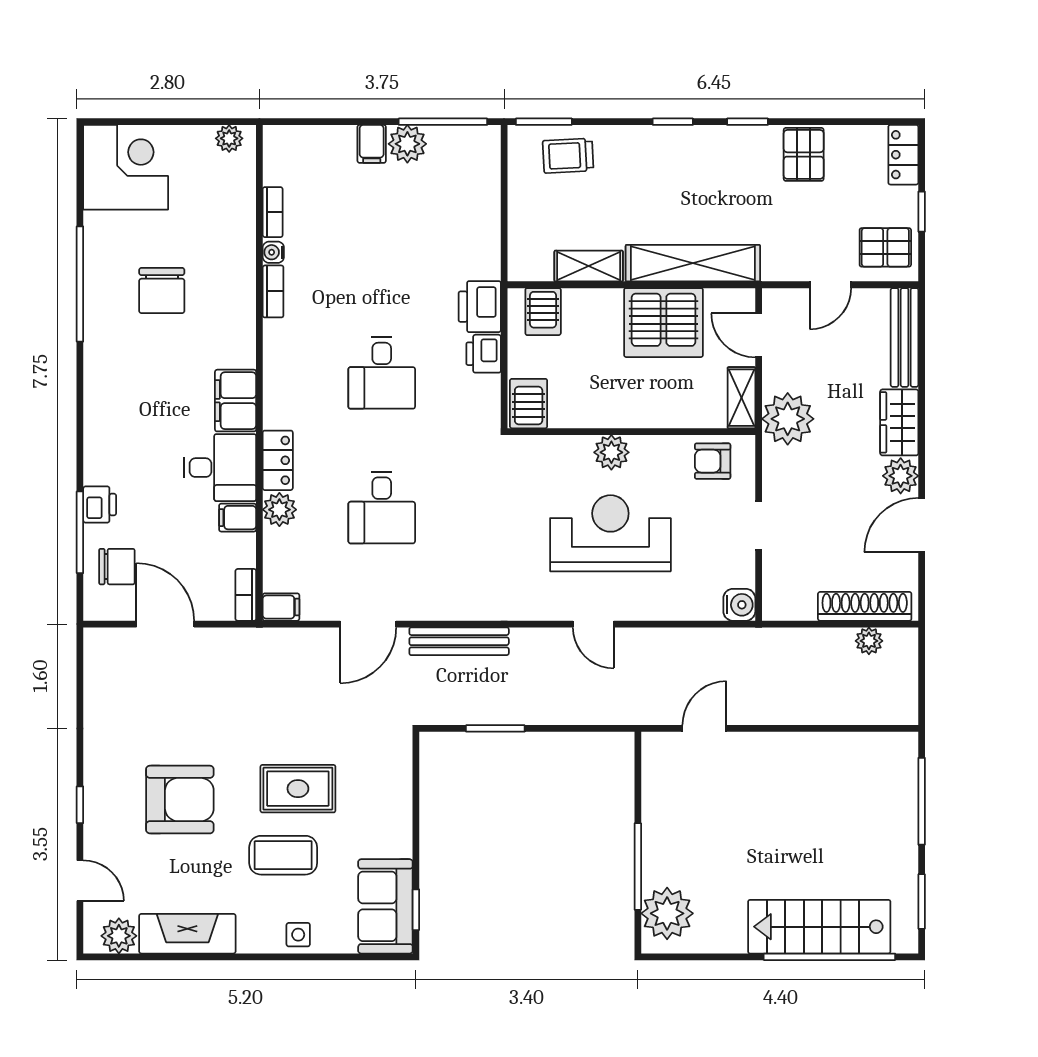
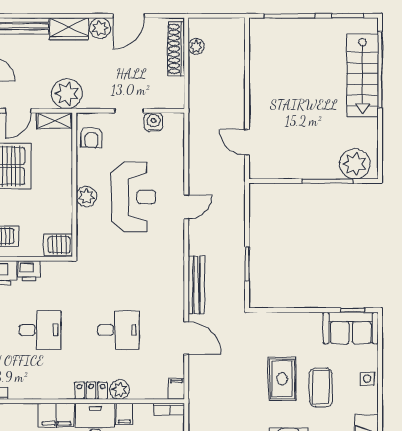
door: (922, 525) -> (129, 16), hinge flipped
reception desk: (610, 533) -> (133, 197), turned 180
water cooler: (739, 605) -> (154, 122), moved

